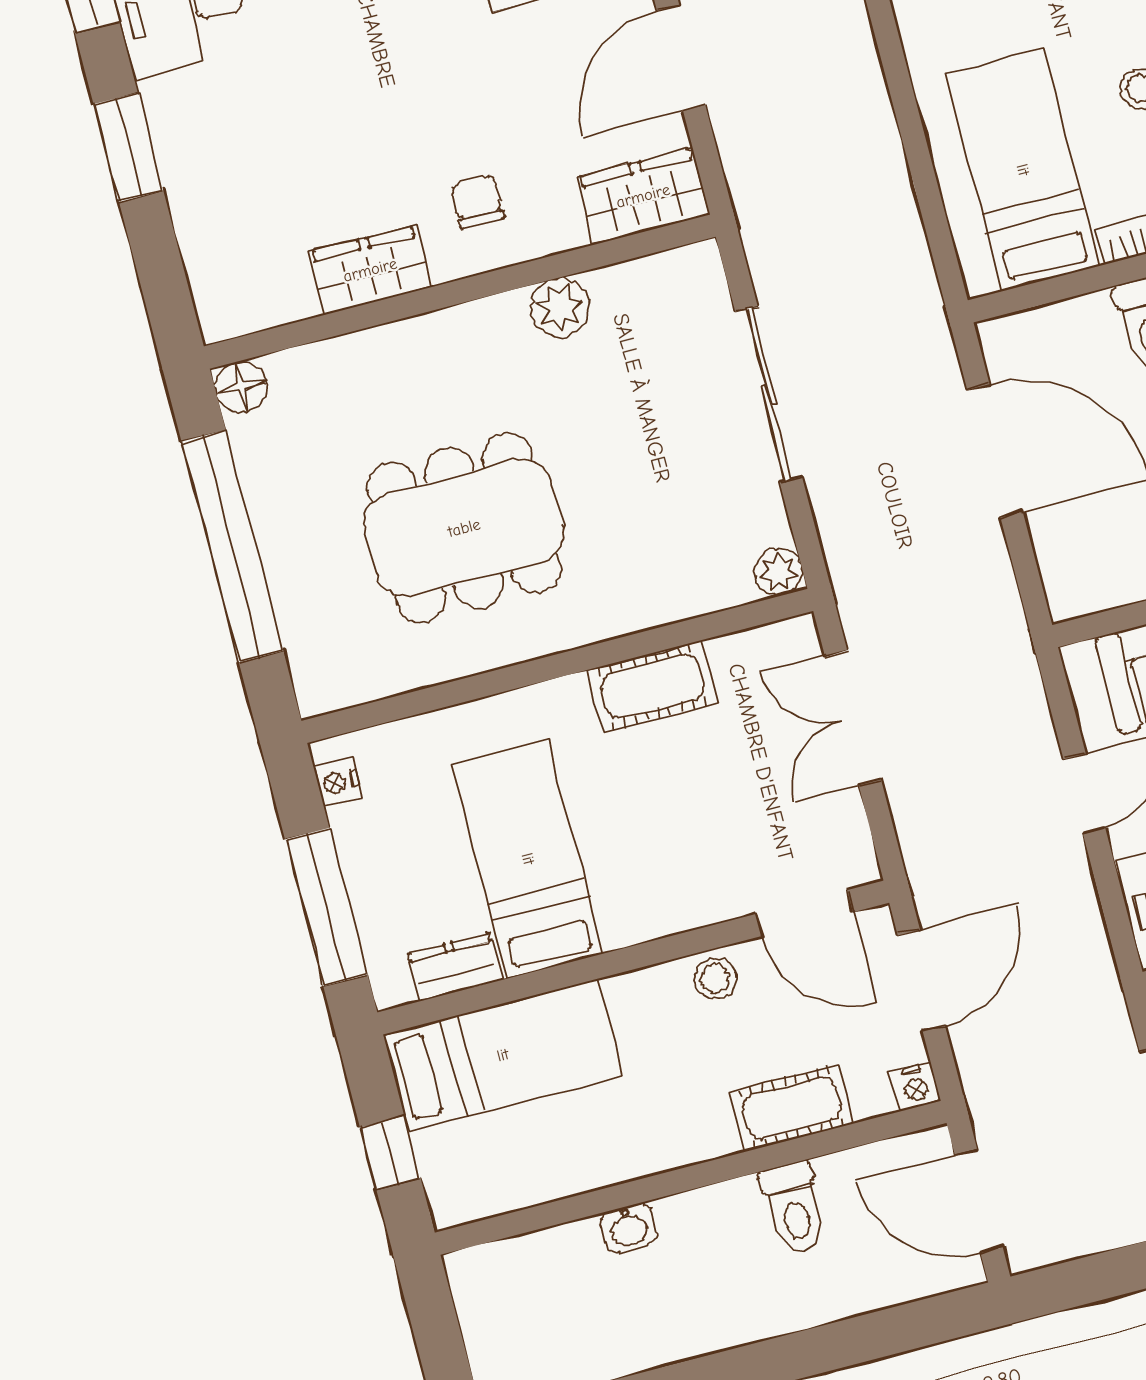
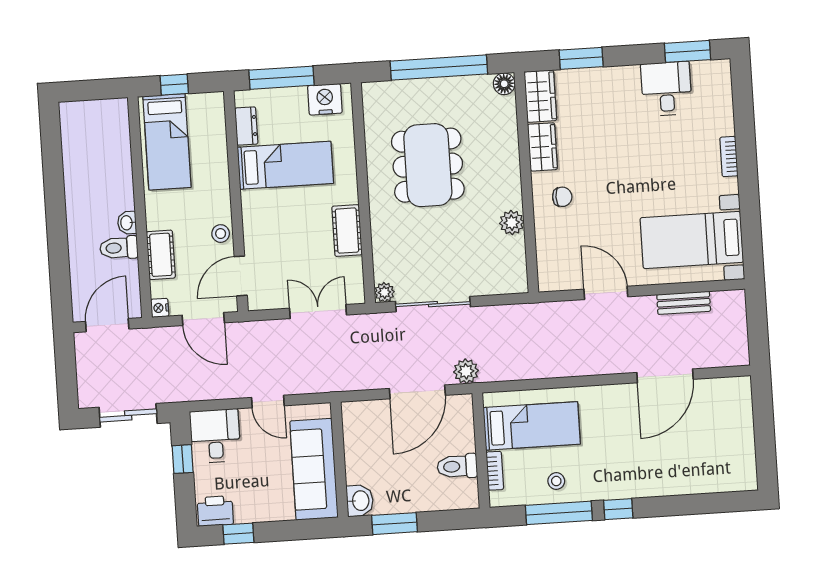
window: (128, 147) -> (581, 58), moved
wardrobe: (643, 196) -> (540, 96), moved
plant: (925, 347) -> (466, 371), added
sliding door: (769, 394) -> (433, 304), moved
nightstand: (338, 783) -> (325, 99), width x1.89, depth x1.79
bed: (503, 1055) -> (167, 142), moved
washbasin: (629, 1228) -> (127, 223), moved

